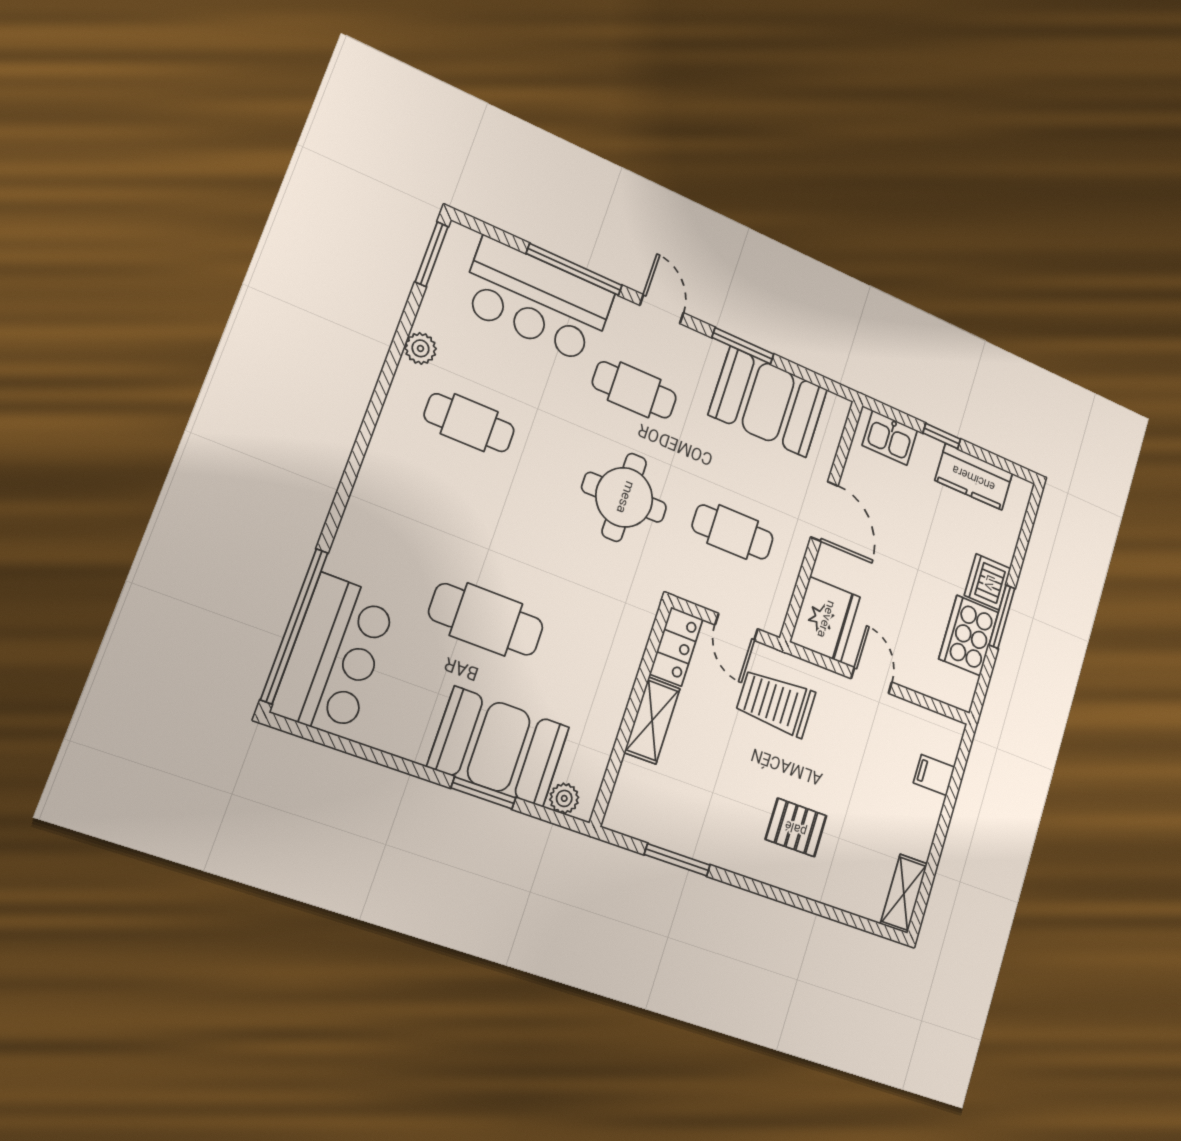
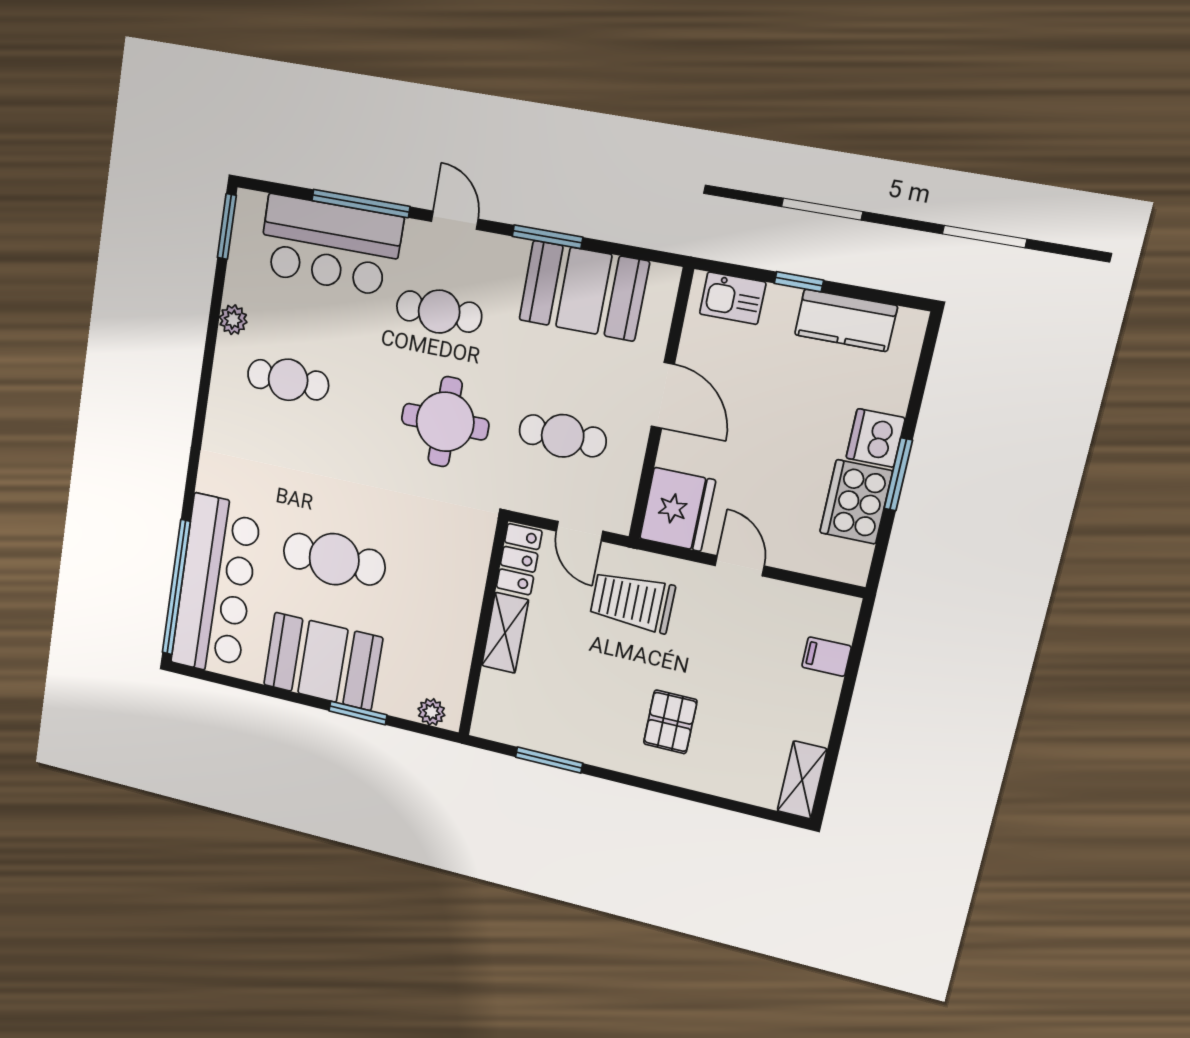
bar counter: (334, 656) -> (216, 586), width x1.36
booth: (499, 747) -> (323, 661), moved
pallet: (796, 827) -> (670, 722), turned 90

